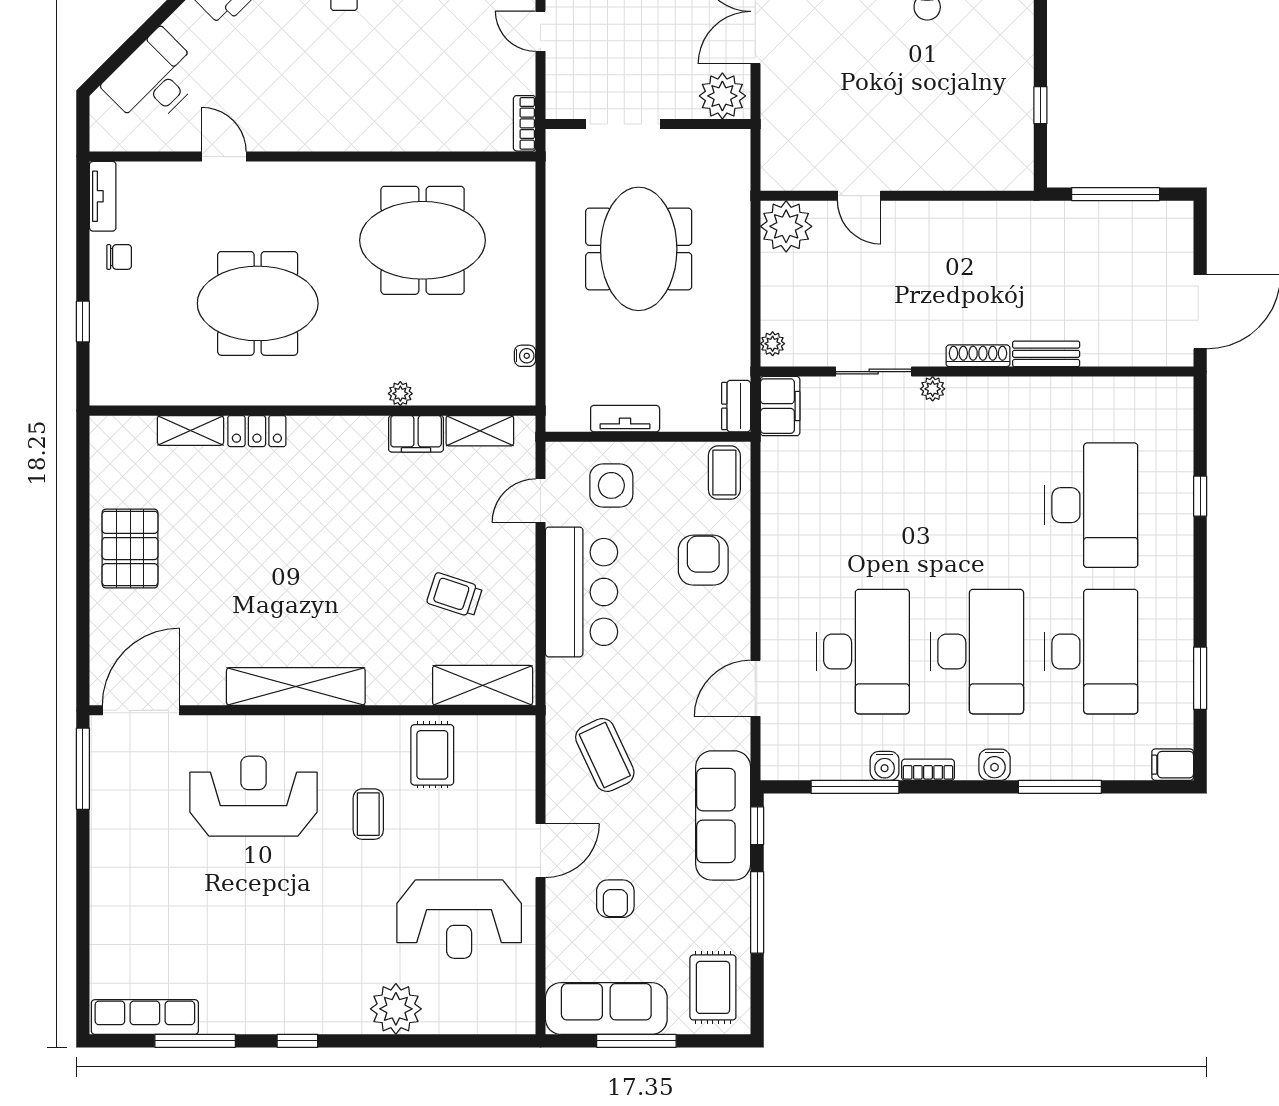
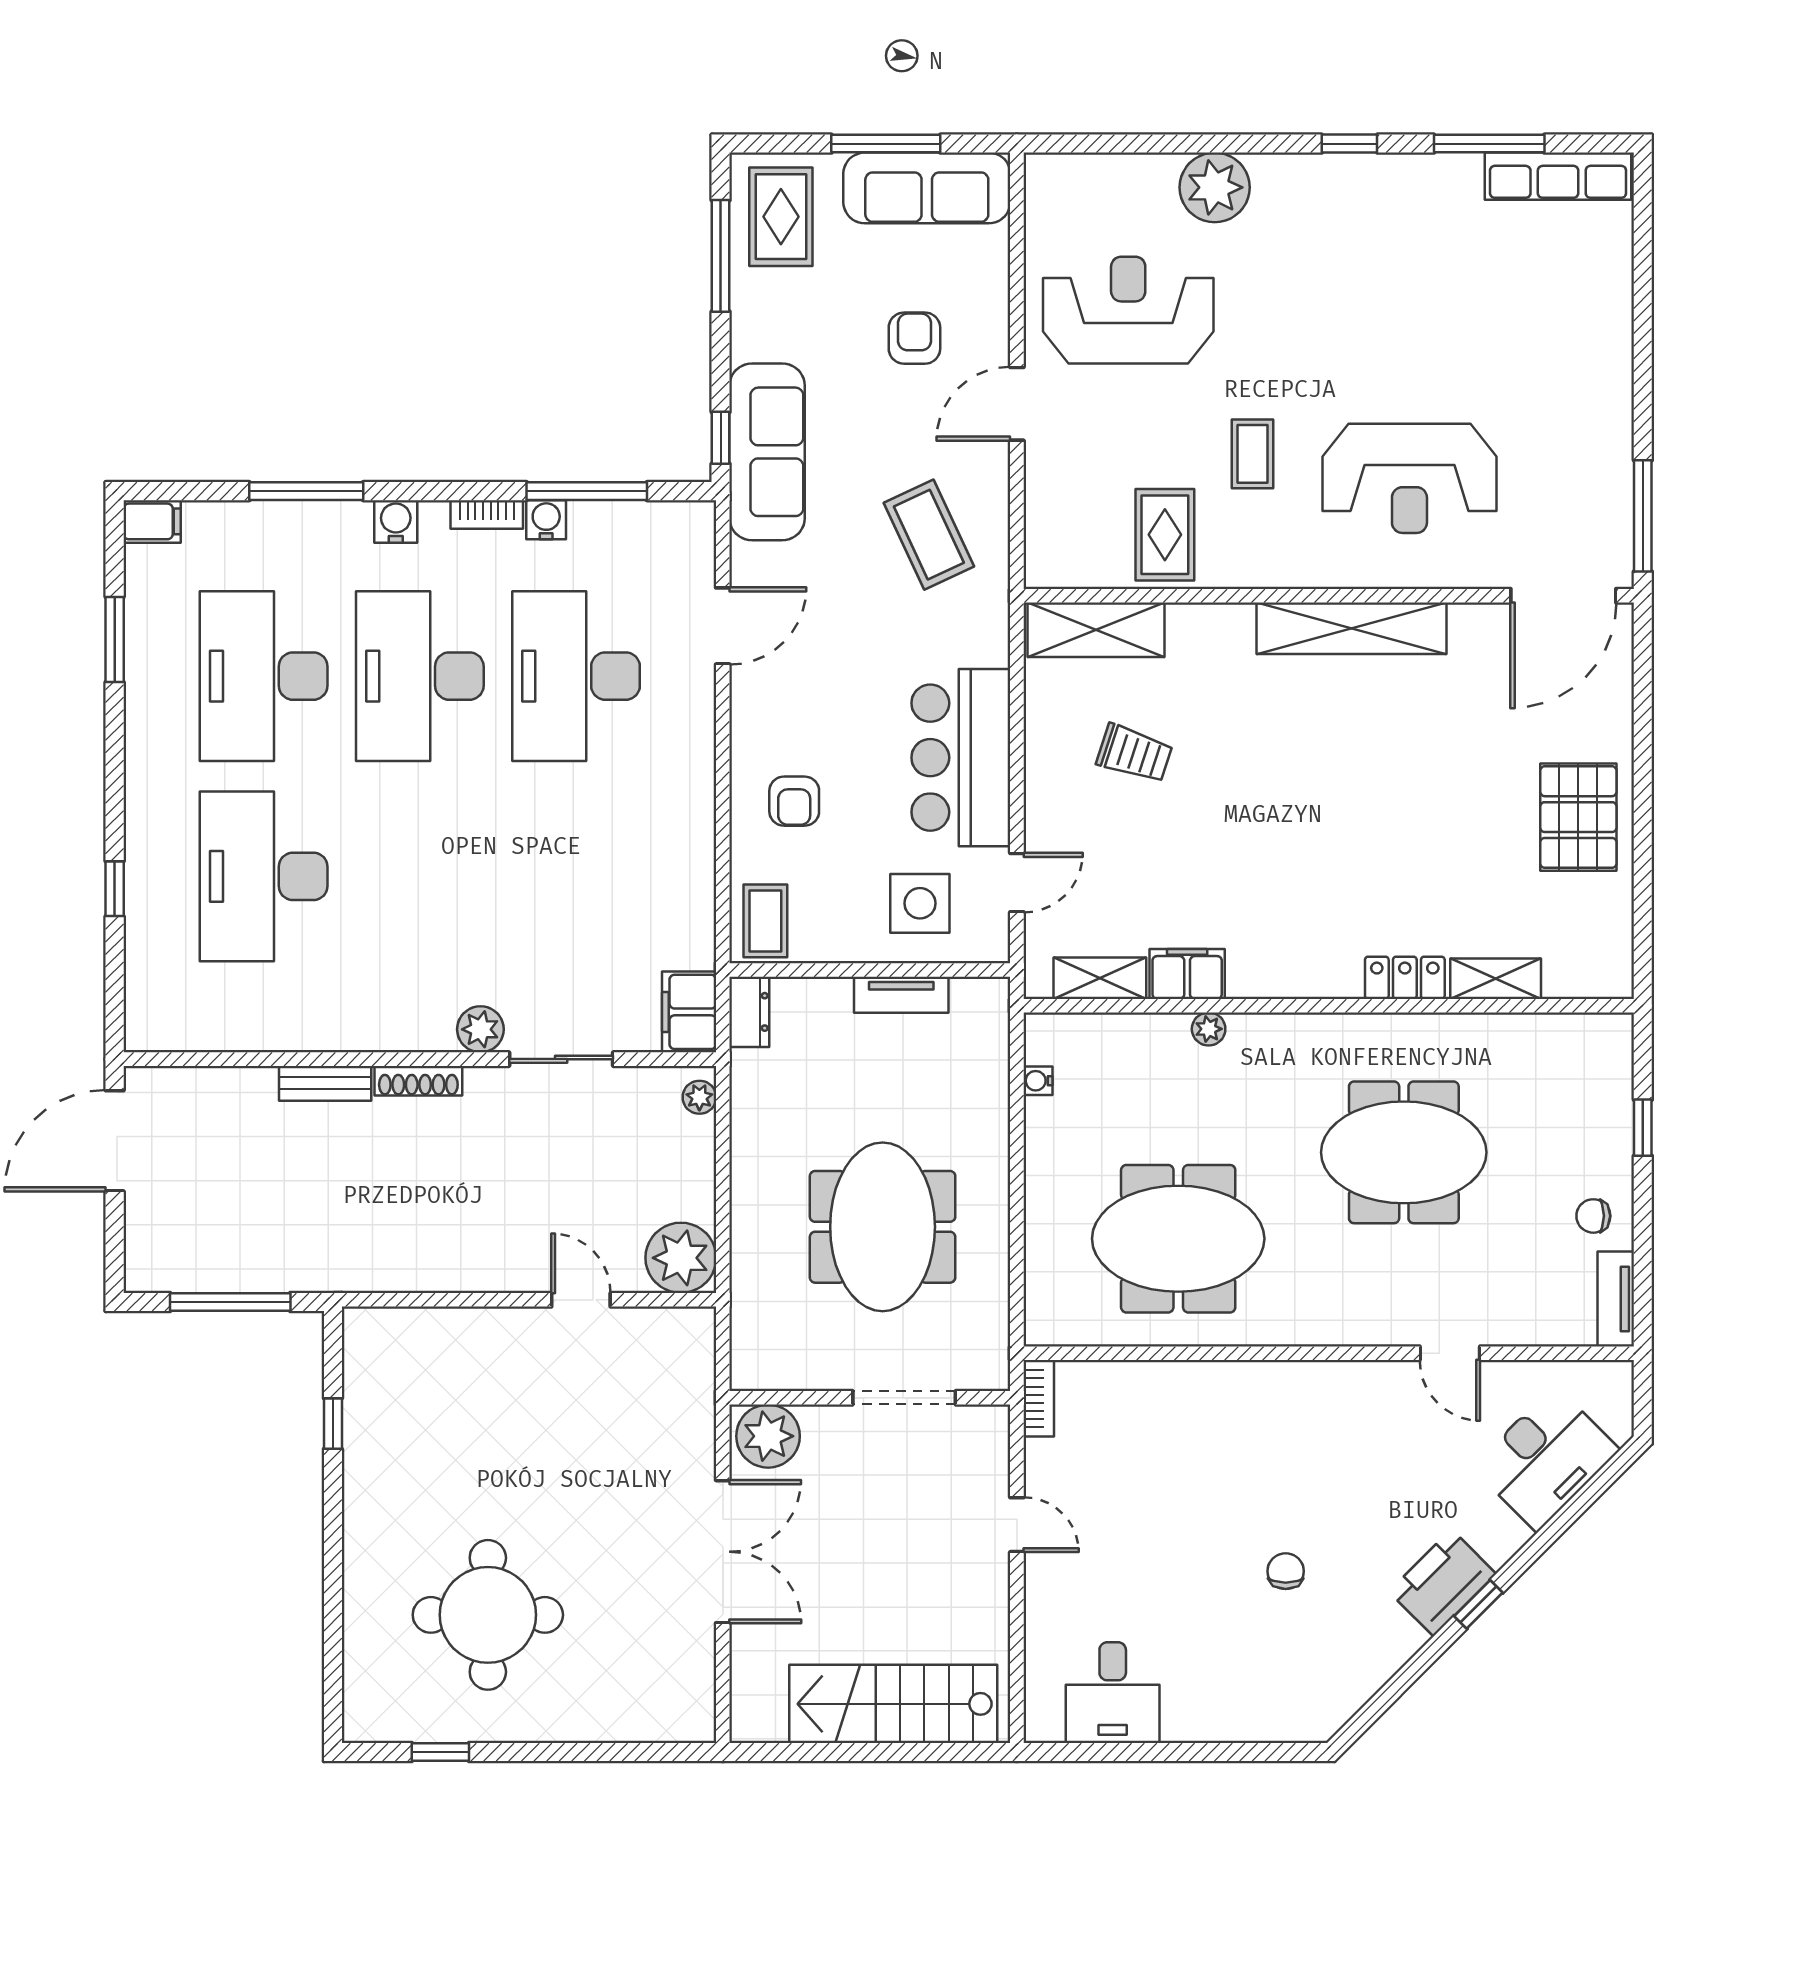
plant: (933, 389) -> (480, 1029), width x1.38, depth x1.38
armchair: (703, 560) -> (794, 801), width x0.72, depth x0.72
window: (757, 912) -> (721, 256), moved

